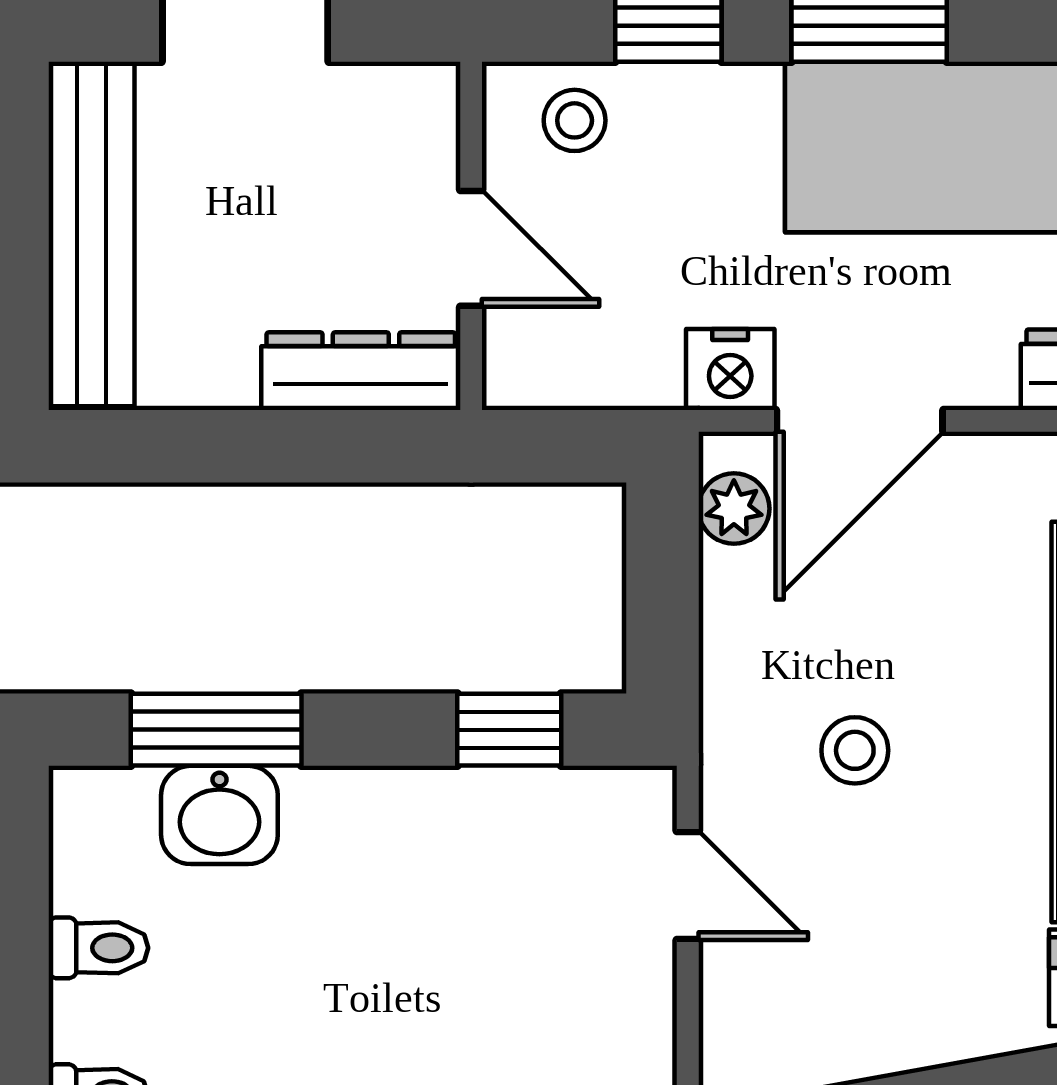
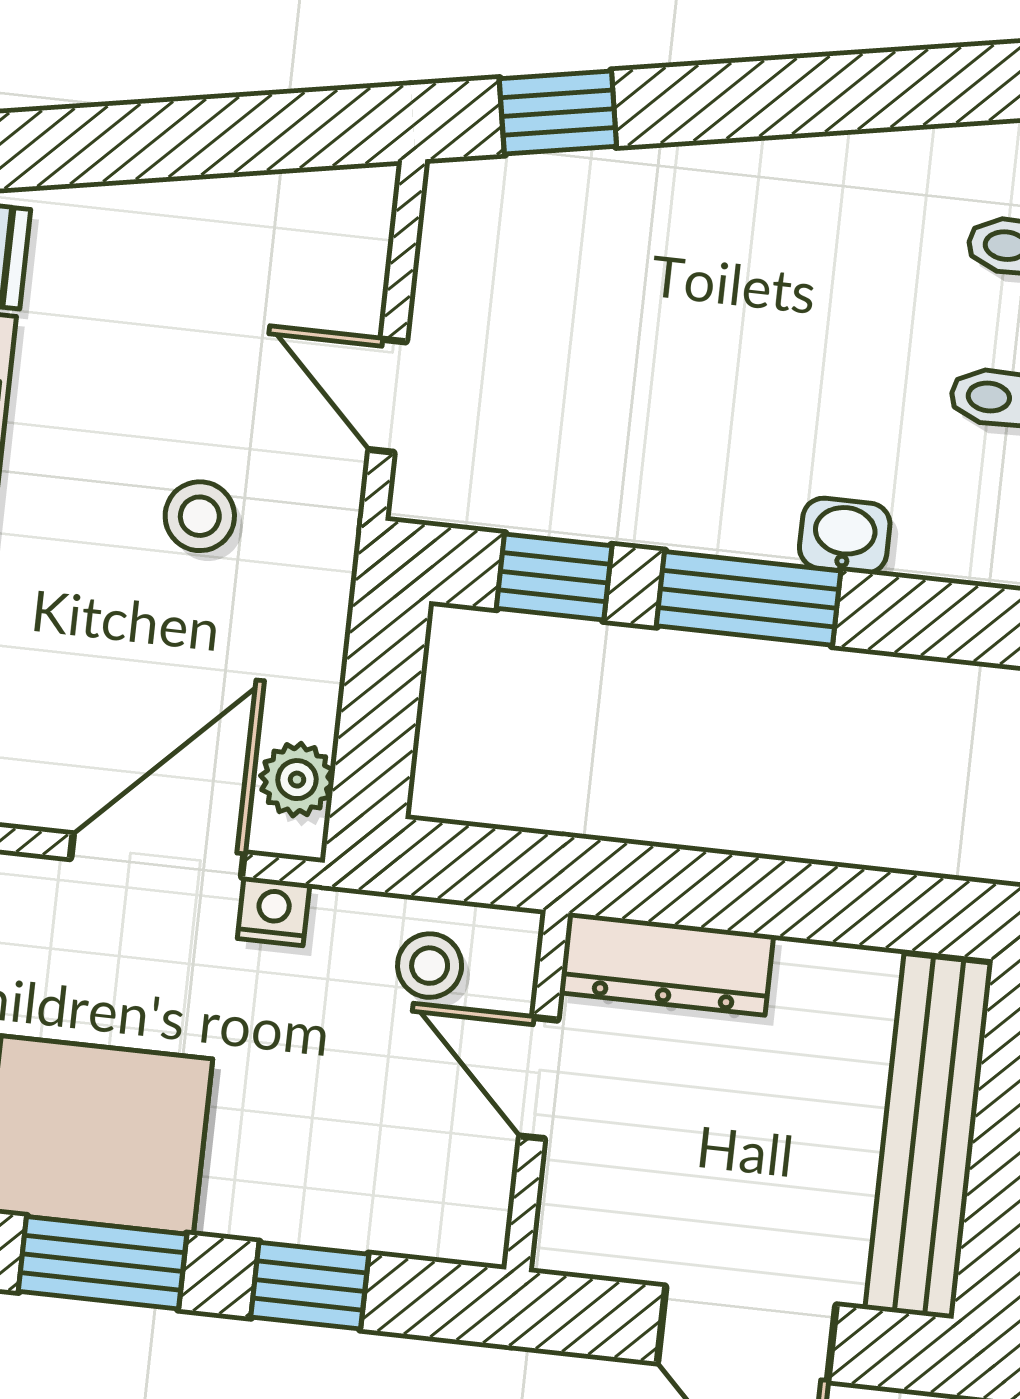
stool: (575, 120) -> (430, 966), moved
nightstand: (730, 369) -> (274, 911), width x0.72, depth x0.74
window: (216, 730) -> (748, 598), moved
washbasin: (219, 815) -> (845, 536), width x0.72, depth x0.69

